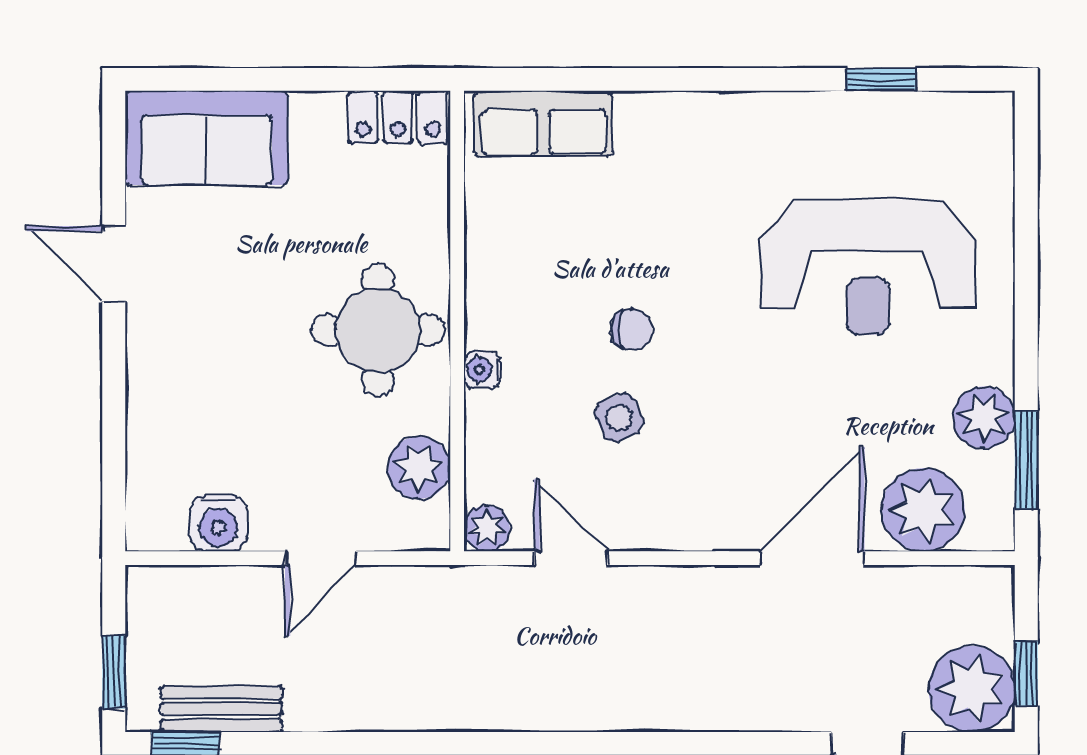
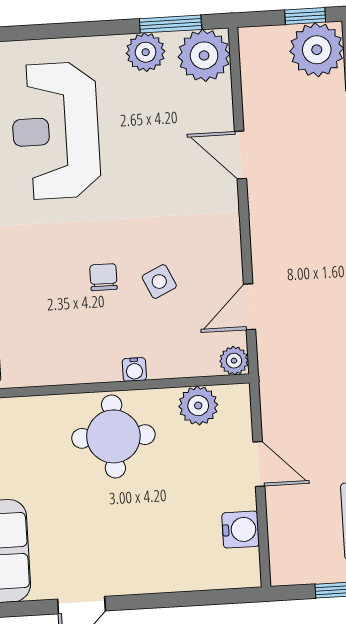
reception desk: (868, 267) -> (56, 131), turned 180
plant: (923, 510) -> (204, 55), moved
door: (812, 558) -> (241, 155), width x0.73

